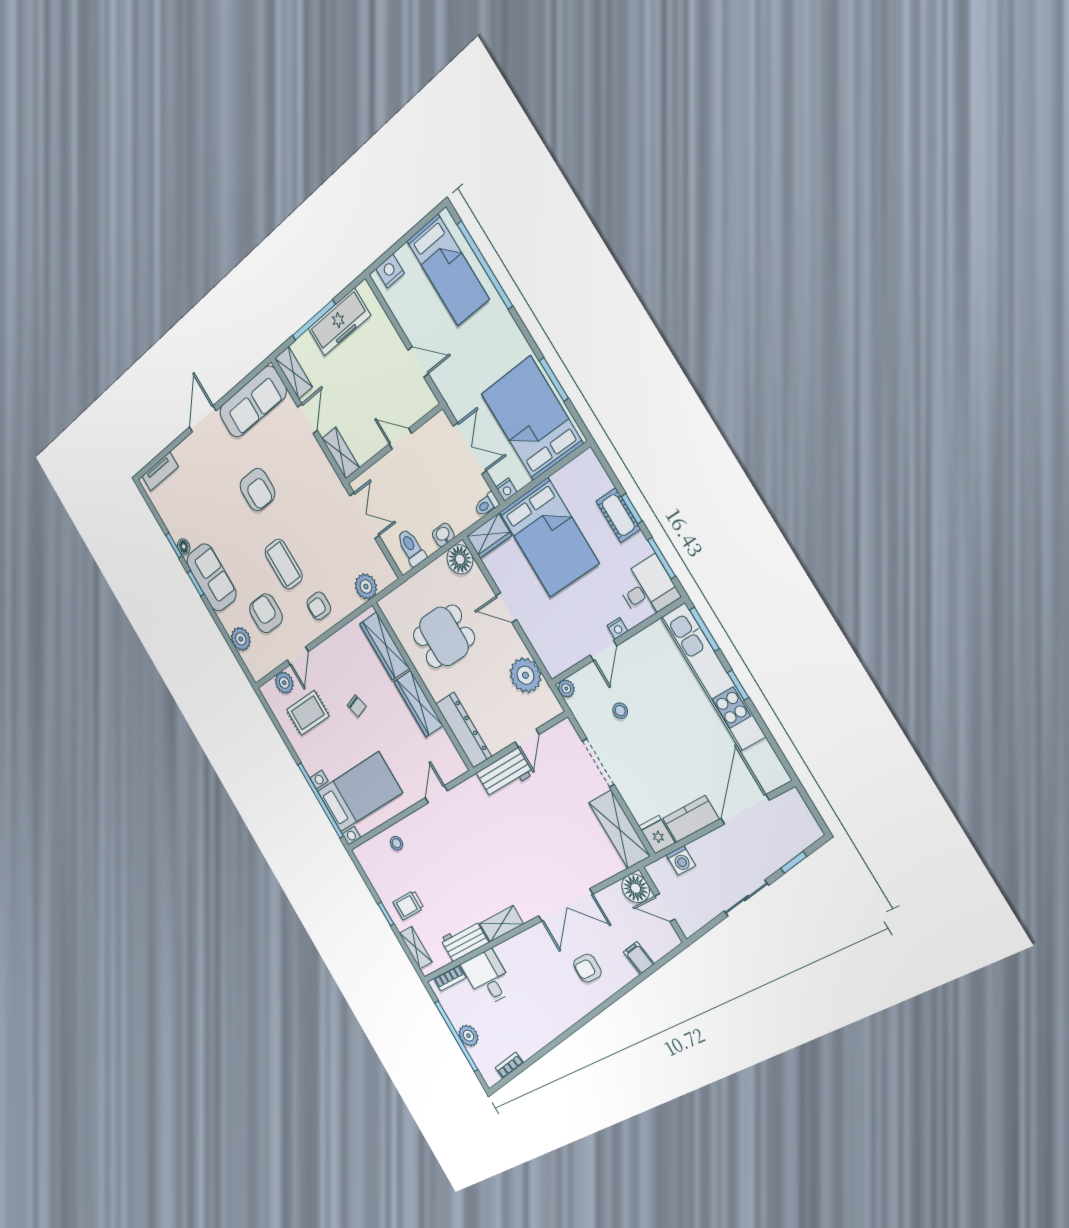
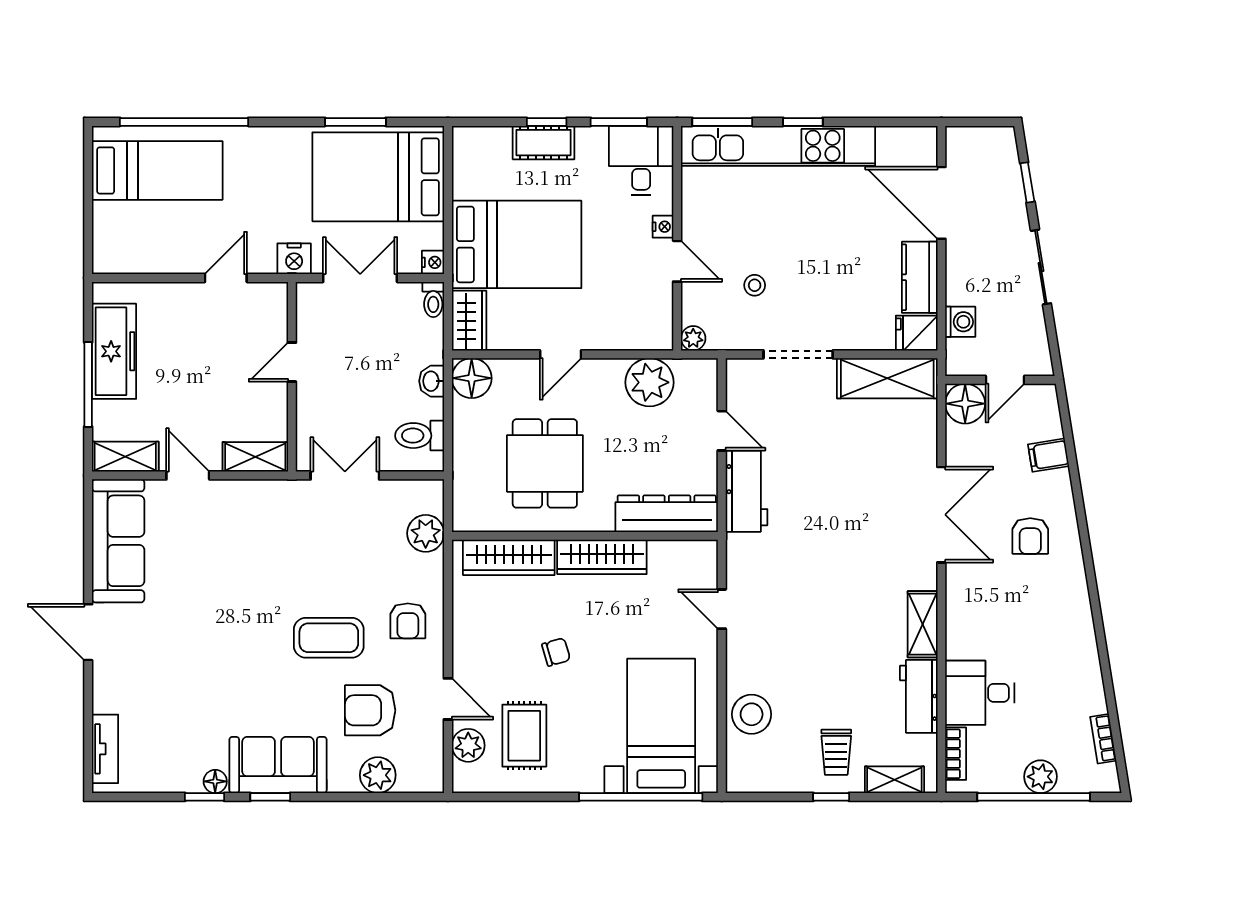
nightstand: (390, 271) -> (294, 259), moved, turned -90
armchair: (257, 490) -> (220, 611), removed
stool: (397, 843) -> (752, 714), width x1.89, depth x1.89

